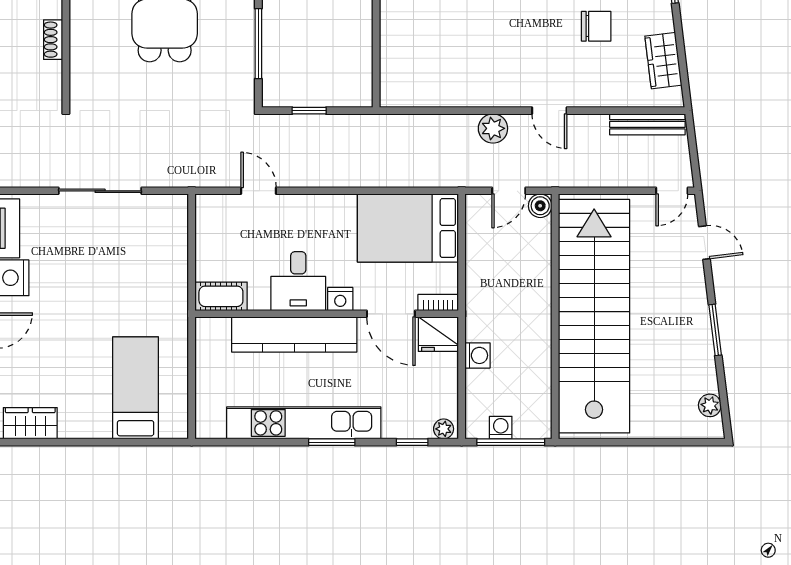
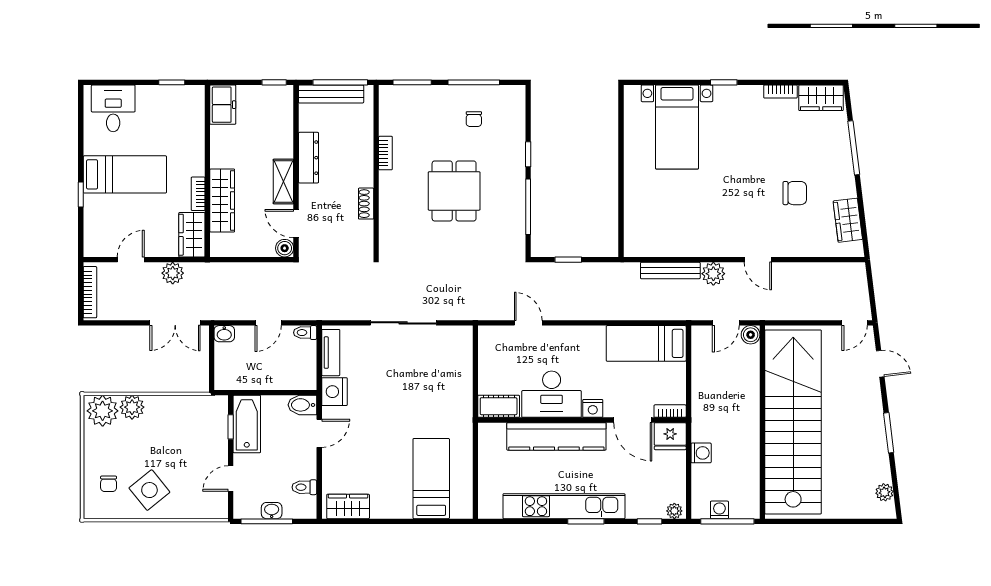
bench: (647, 124) -> (670, 270), moved
bed: (408, 228) -> (646, 343), width x0.67
desk: (298, 281) -> (552, 394), width x1.37

